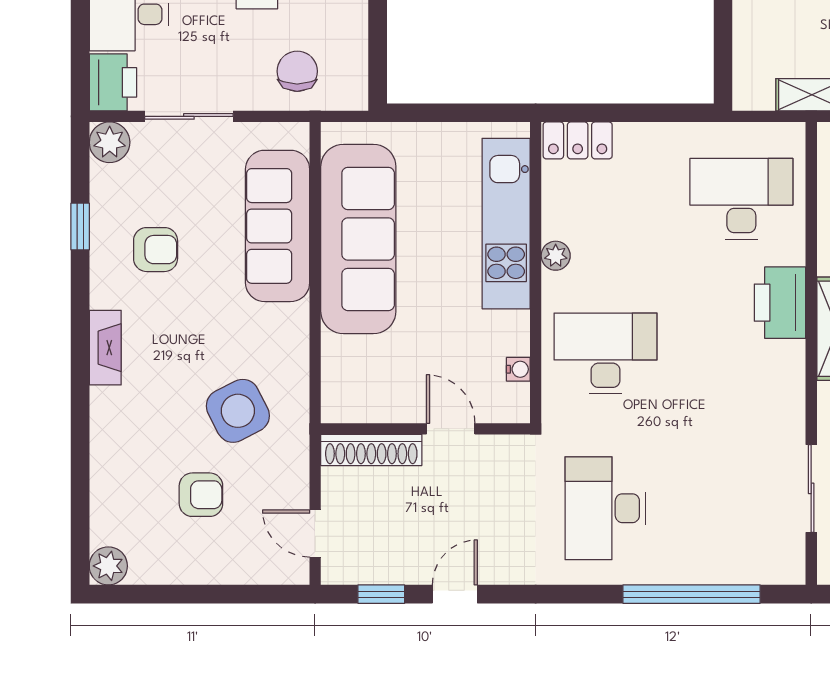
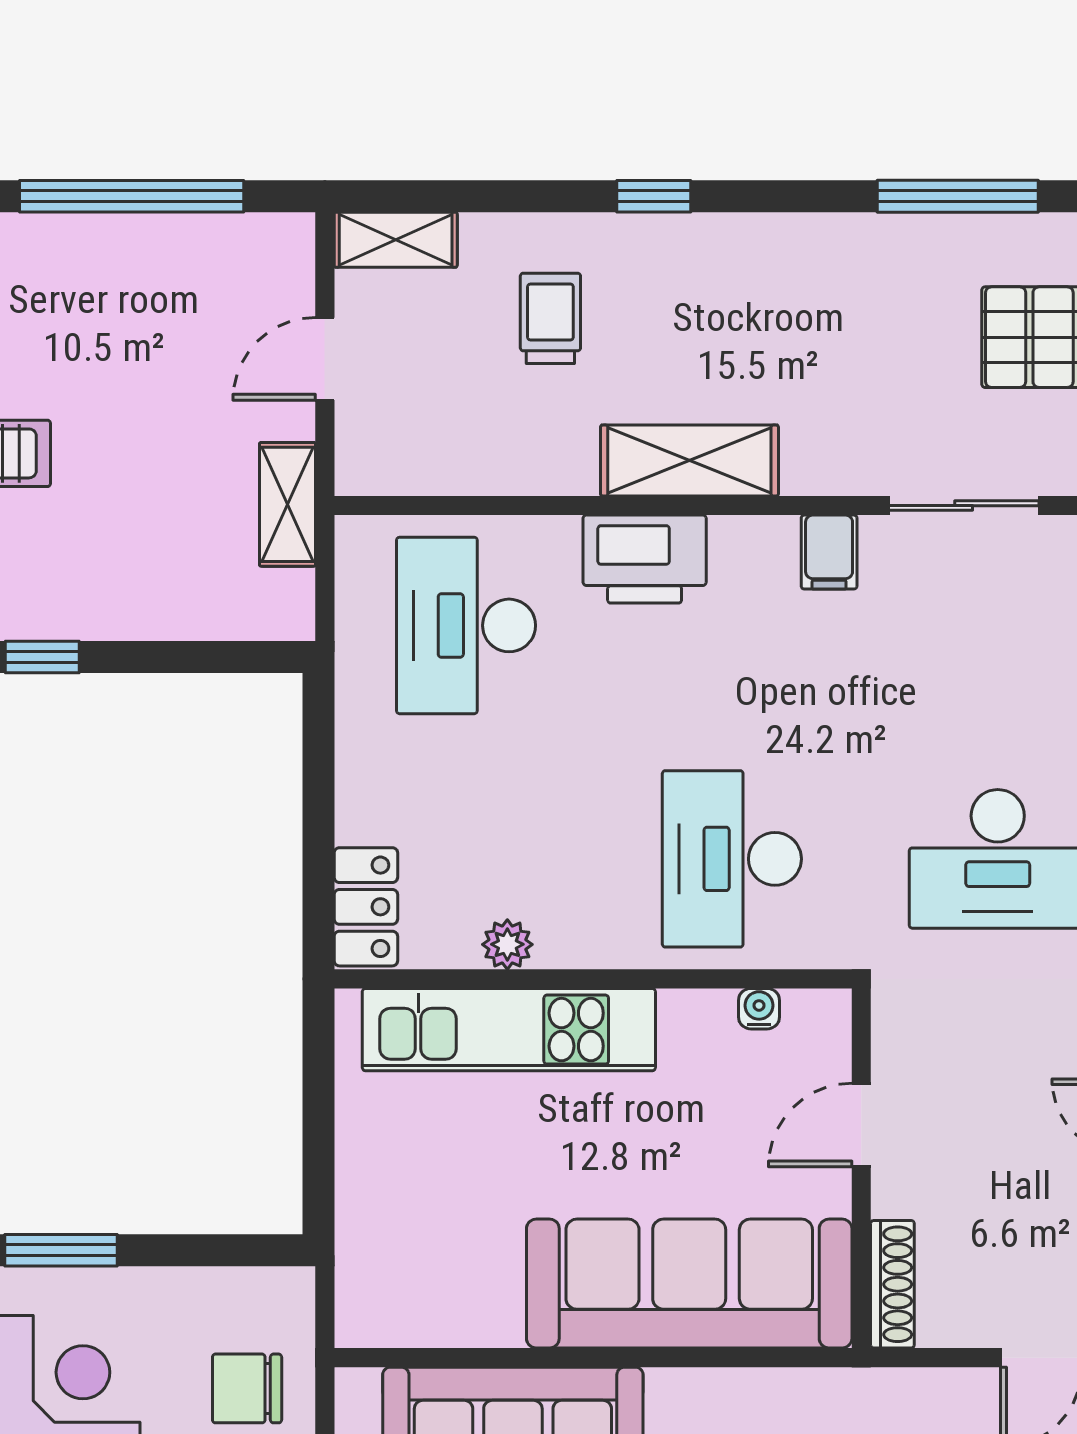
sofa: (358, 239) -> (689, 1284), moved
plant: (556, 256) -> (507, 944), moved
filing cabinet: (784, 410) -> (829, 552), added
shoe rack: (371, 450) -> (892, 1284), width x0.74, depth x0.81

